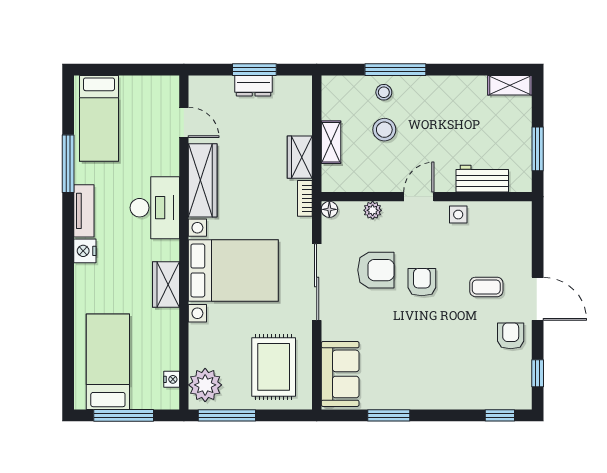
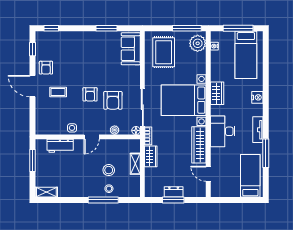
nightstand: (85, 251) -> (257, 97), moved
armchair: (376, 270) -> (113, 100), turned -90
sliding door: (317, 282) -> (142, 107), moved

